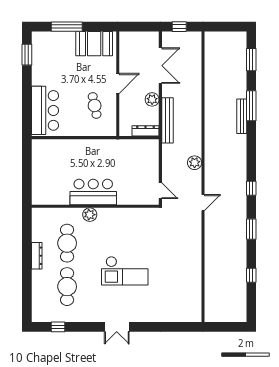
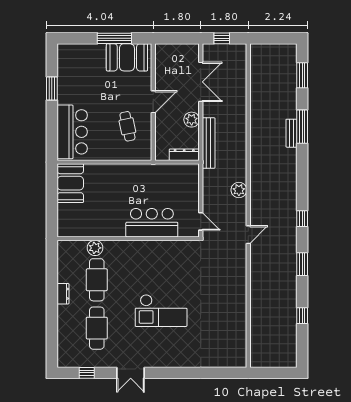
window: (67, 27) -> (114, 38), moved
window: (27, 55) -> (52, 89), moved
bench: (242, 116) -> (291, 133), width x0.73
booth: (43, 157) -> (70, 183), added
bar counter: (93, 192) -> (152, 223), moved
plant: (90, 215) -> (95, 248), moved
dresser: (37, 256) -> (63, 294), width x0.70
double door: (117, 327) -> (131, 373), moved

